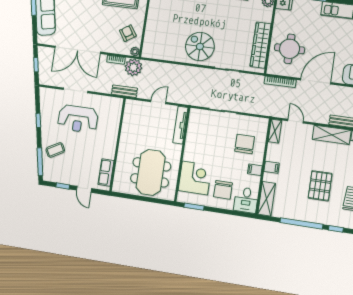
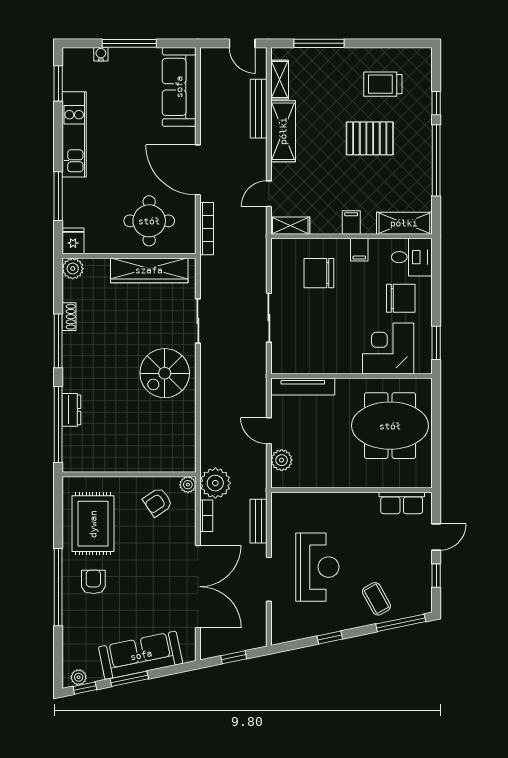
bench: (124, 91) -> (258, 521), moved
plant: (141, 107) -> (282, 460), added

